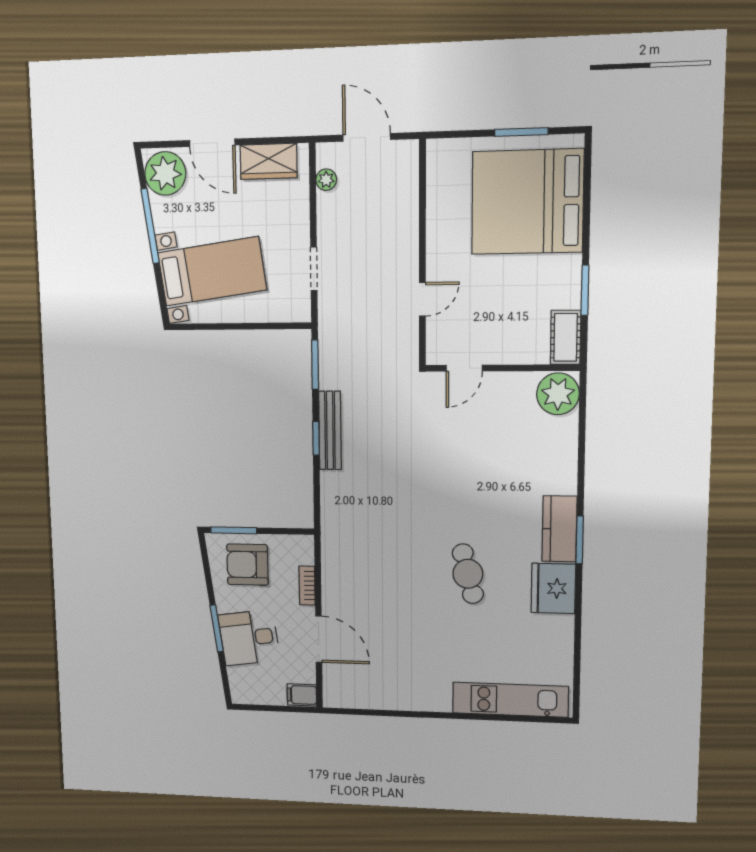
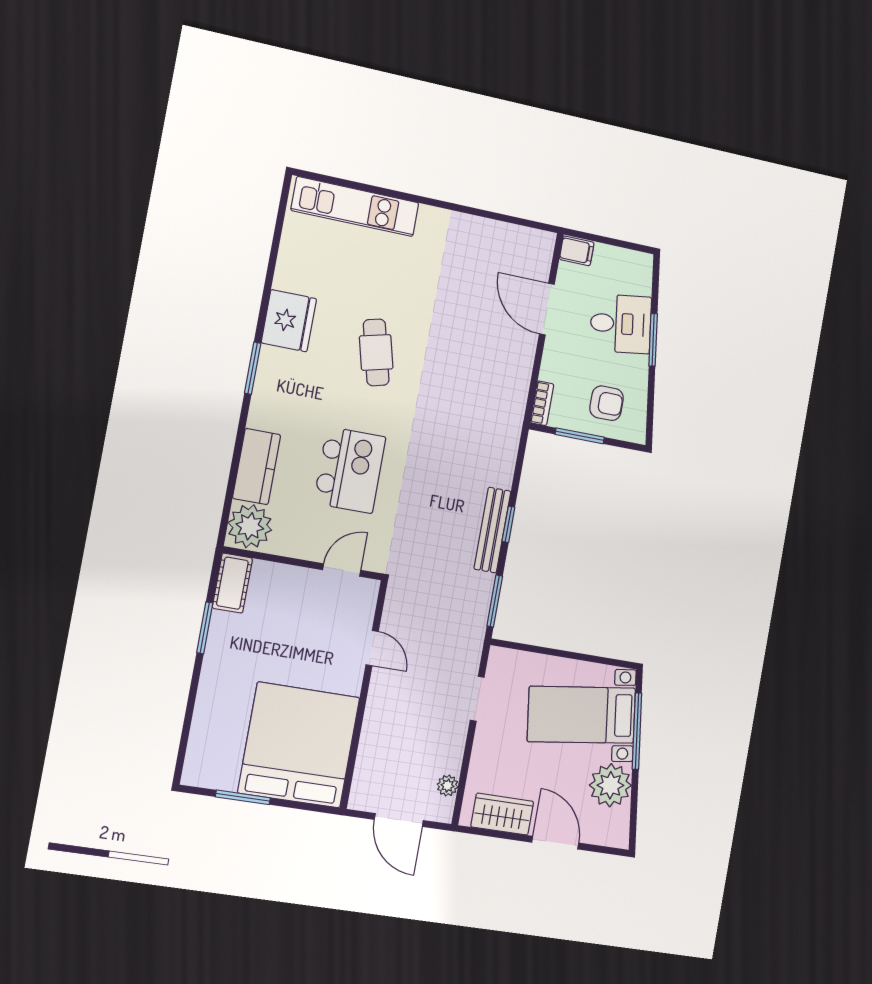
plant: (165, 173) -> (610, 785), moved
bed: (527, 202) -> (299, 745), moved, turned -90
window: (150, 226) -> (637, 731), moved
door: (422, 299) -> (372, 648), swing flipped
kitchen island: (473, 463) -> (350, 470), added
kitchen counter: (559, 529) -> (257, 467), moved
window: (234, 530) -> (580, 436), moved
armchair: (247, 565) -> (607, 403), width x0.72, depth x0.72
bookcase: (307, 586) -> (542, 403), moved

